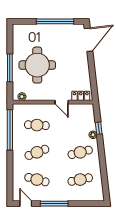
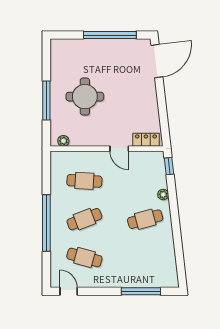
round table: (37, 65) -> (85, 97), width x0.73, depth x0.73
window: (99, 128) -> (169, 166), moved
window: (10, 130) -> (46, 223), moved
cafe table: (80, 180) -> (145, 257), removed
window: (54, 204) -> (141, 291), moved

